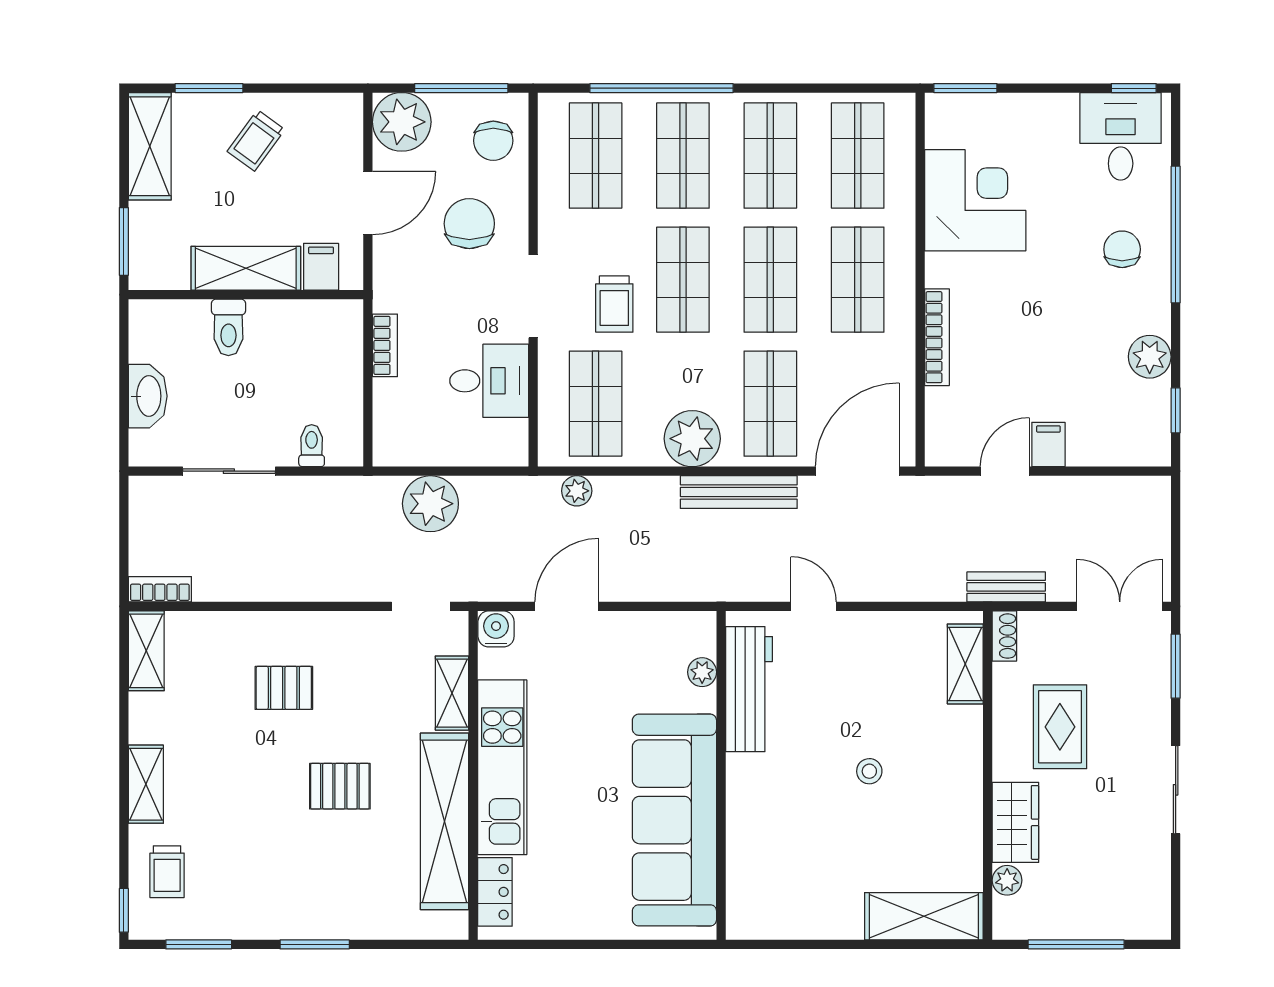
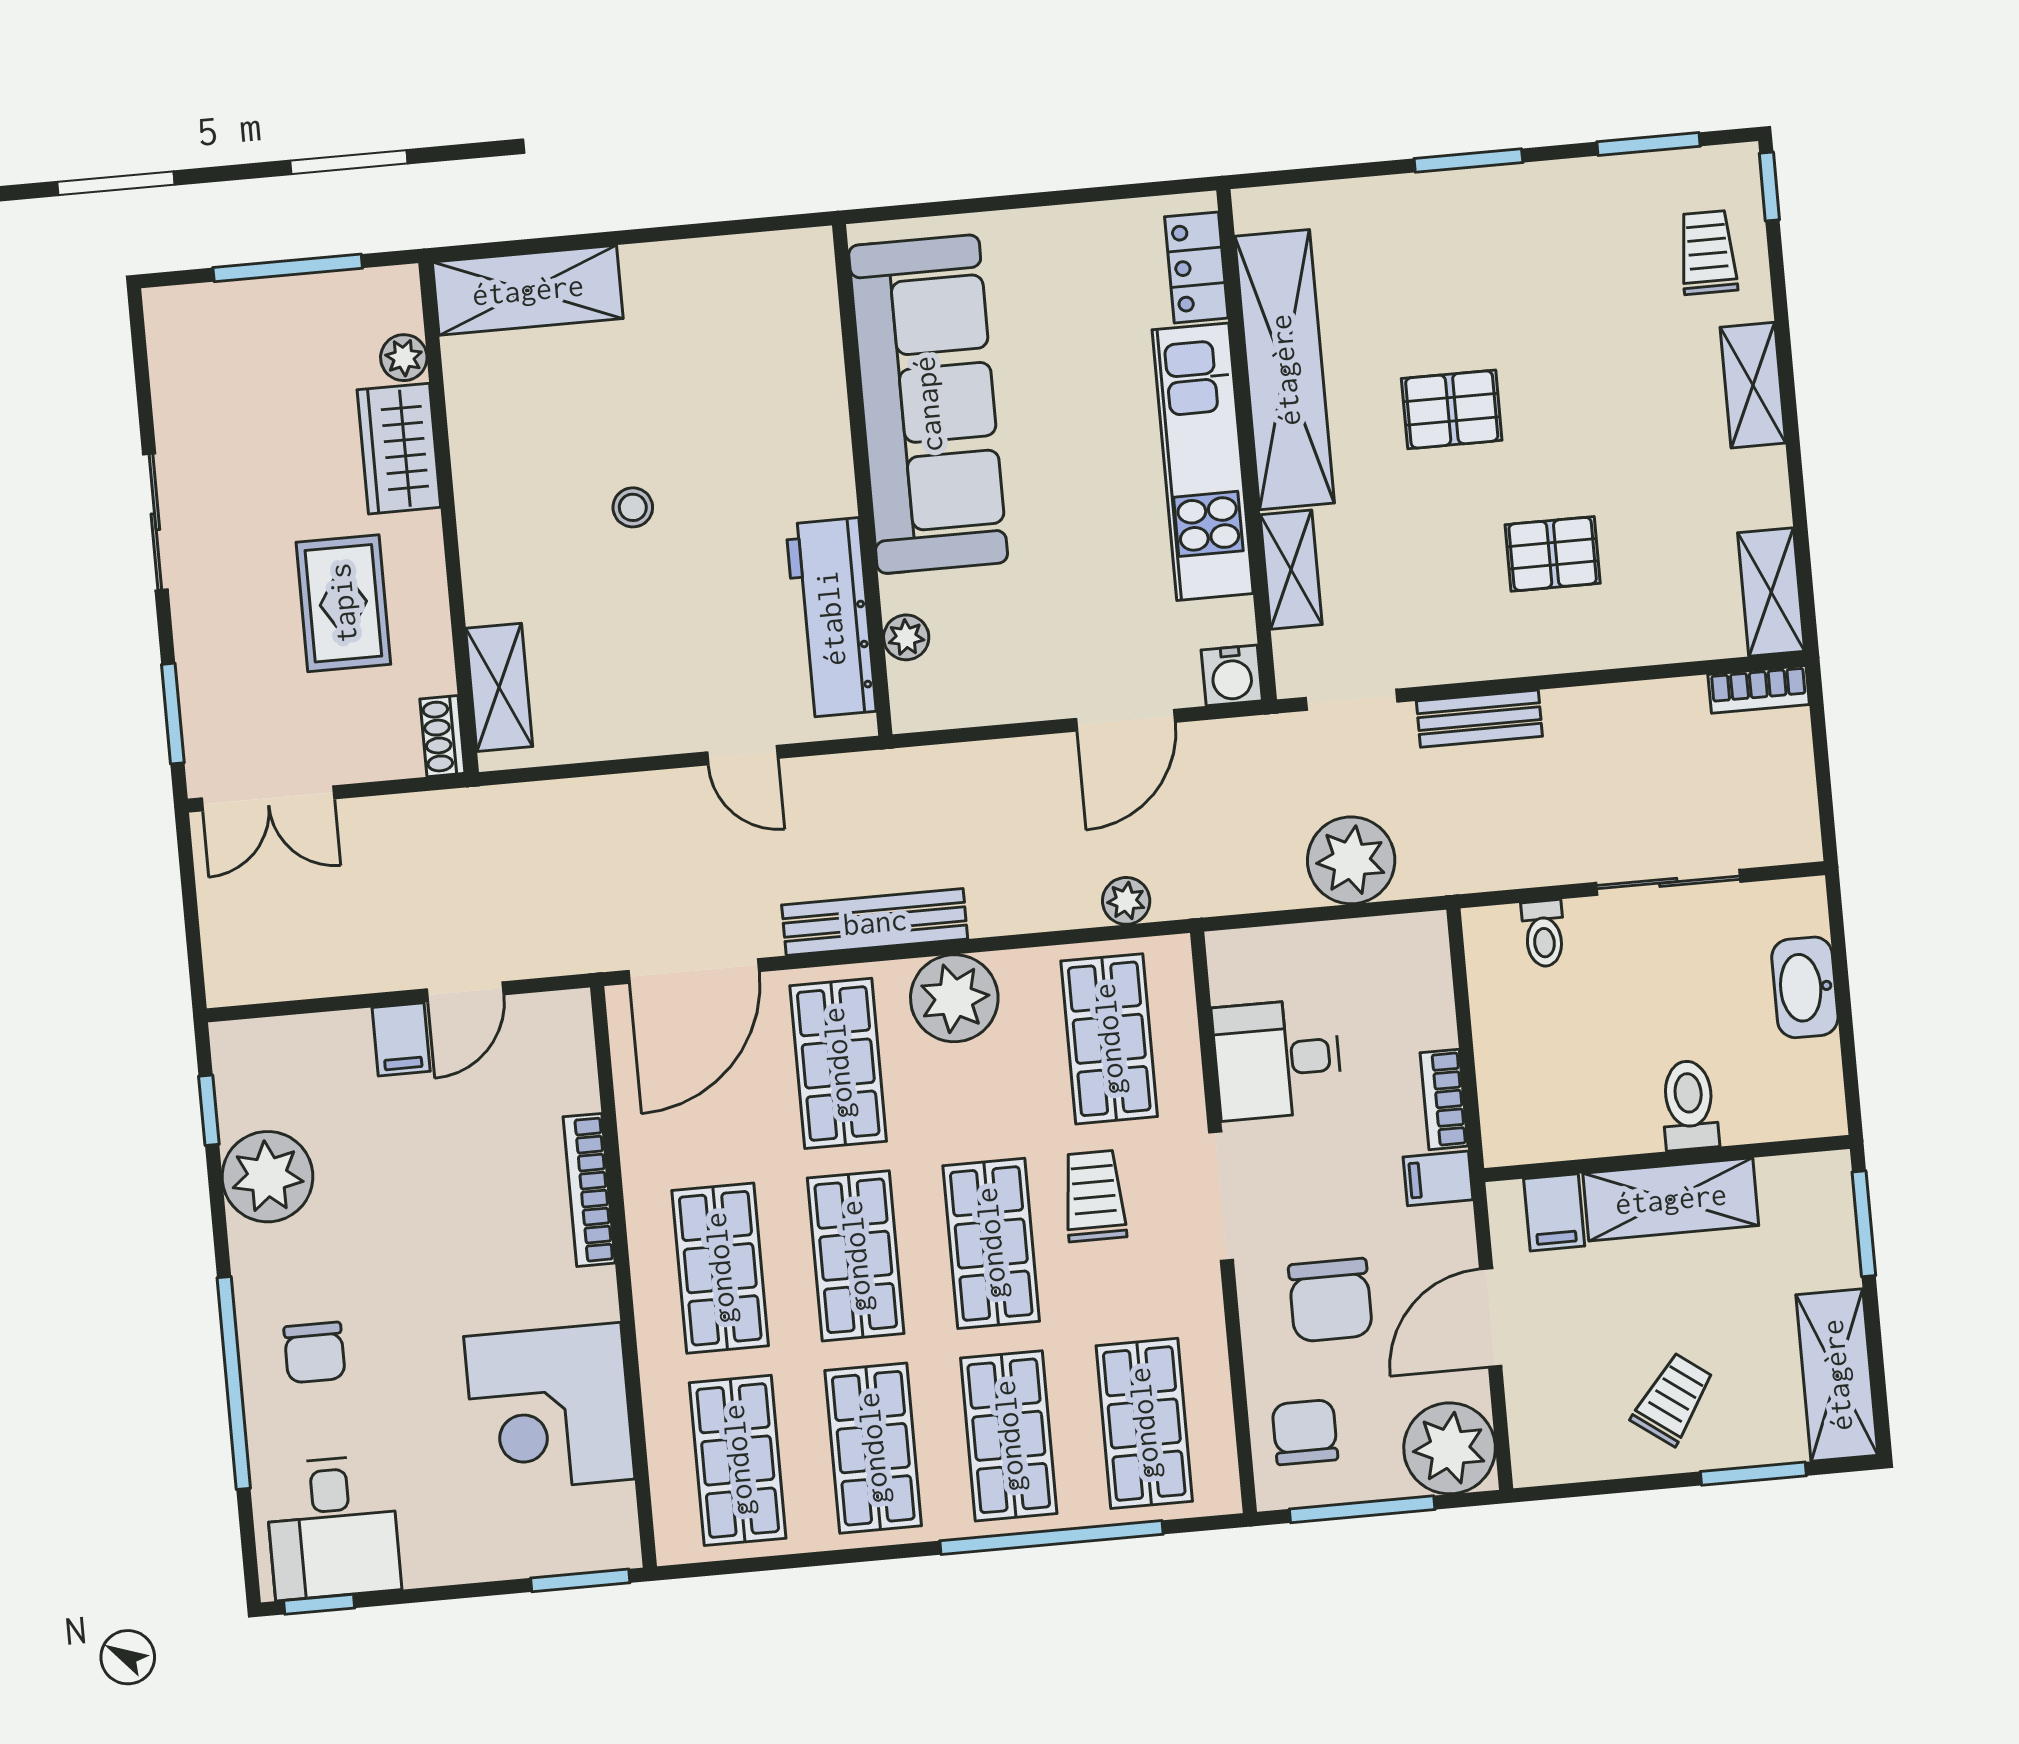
filing cabinet: (393, 295) -> (1438, 1178), added
plant: (1150, 357) -> (267, 1177), width x1.36, depth x1.36
bench: (1006, 587) -> (1479, 719), moved

